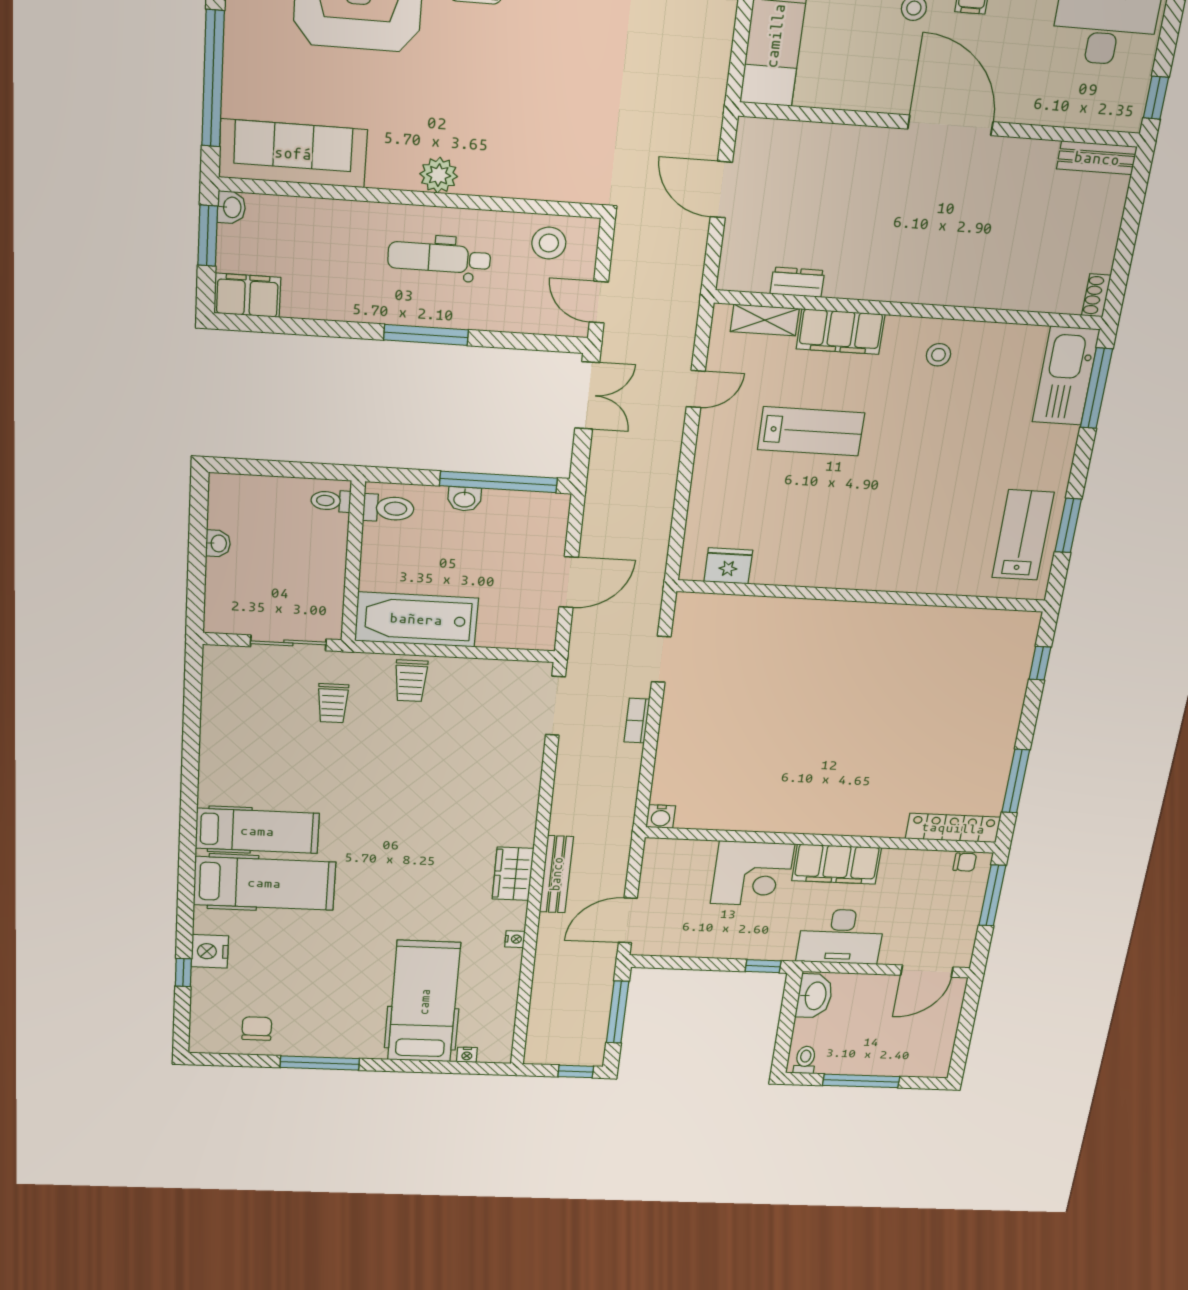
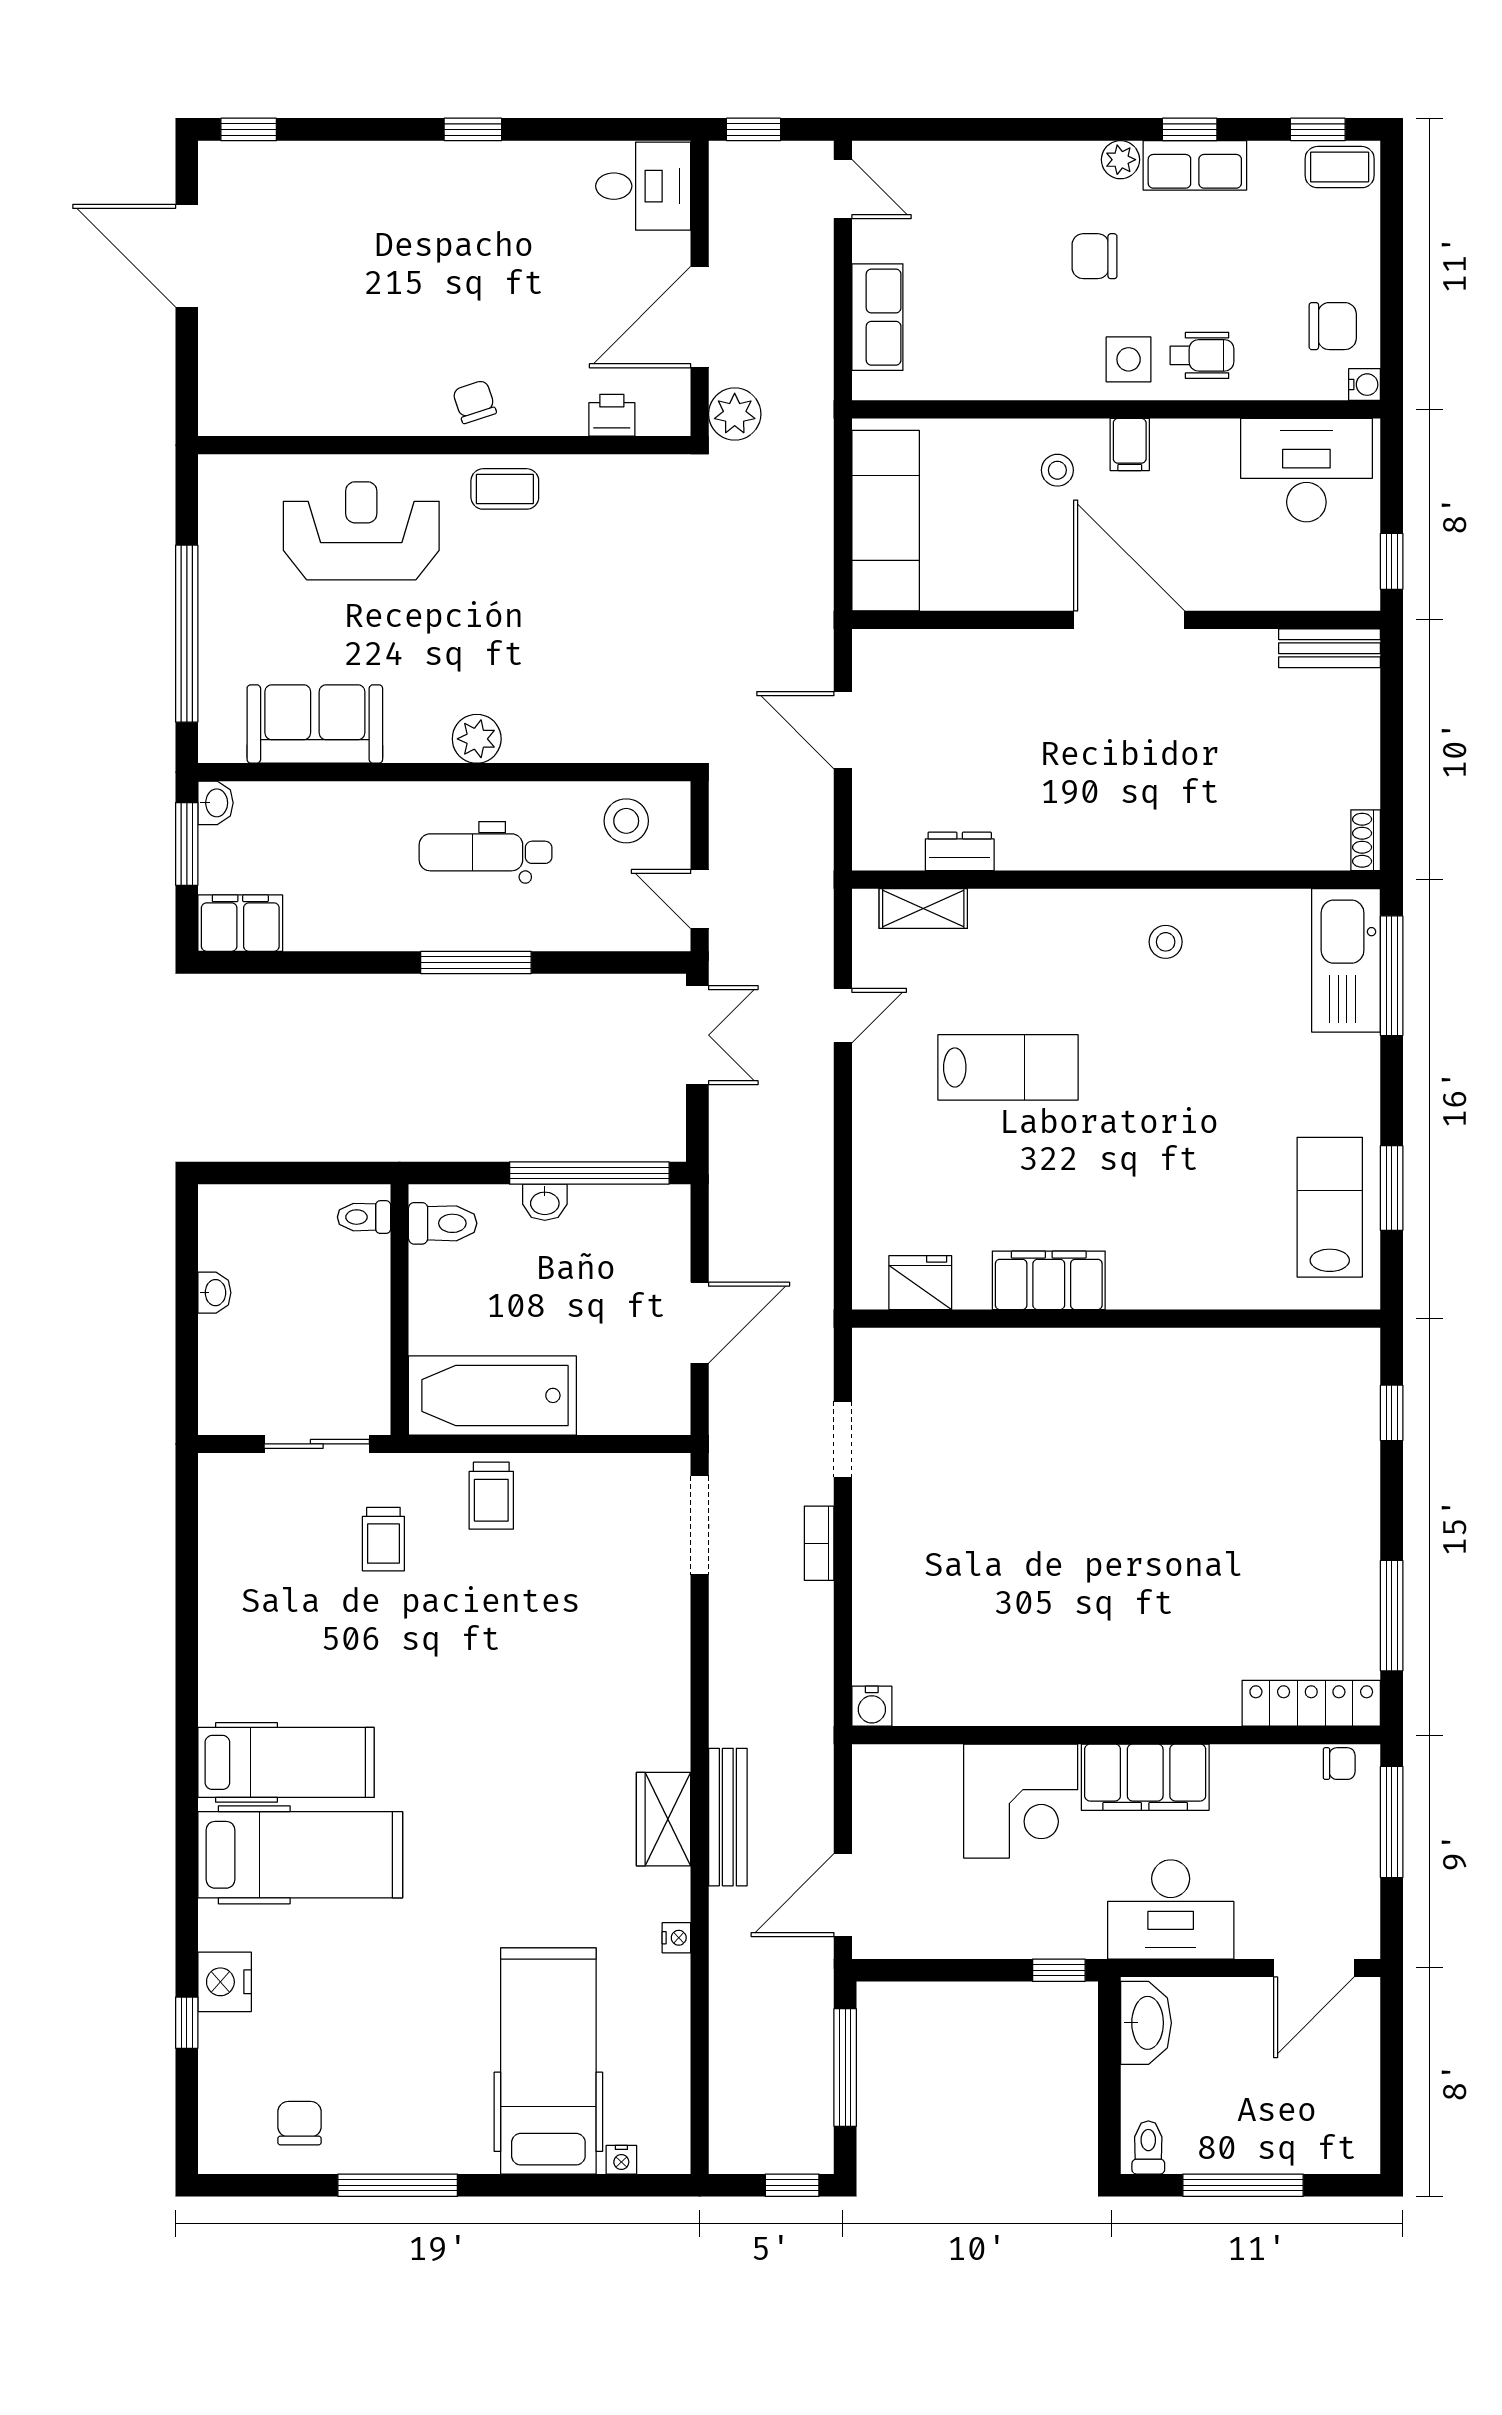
sofa: (293, 153) -> (315, 724), width x0.73
filing cabinet: (841, 332) -> (1049, 1280), moved, turned 180

